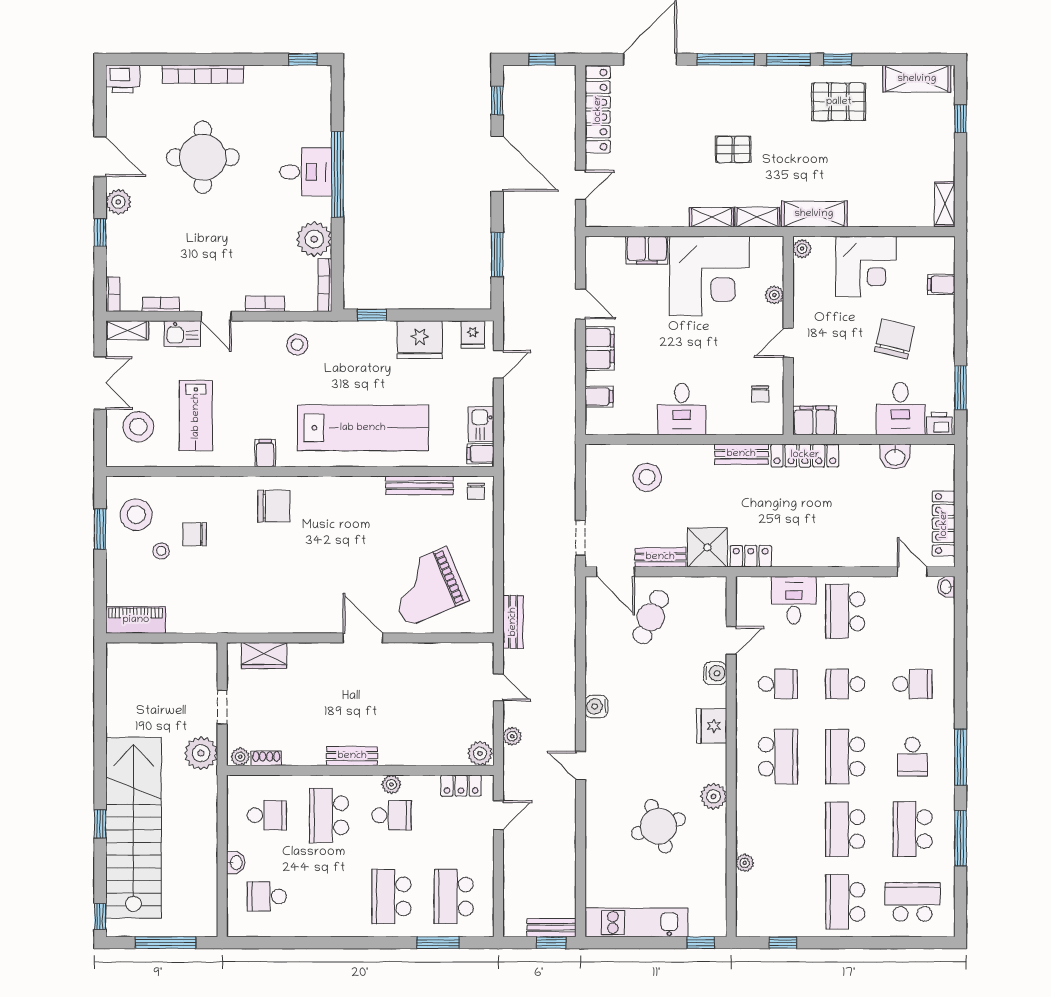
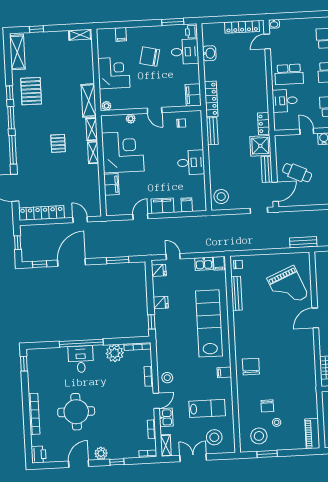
fridge: (420, 340) -> (161, 303), width x0.53, depth x0.75
stool: (297, 345) -> (167, 378), moved
stool: (647, 477) -> (221, 197), moved

